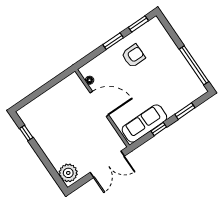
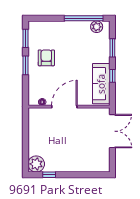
plant: (194, 83) -> (97, 27), added
plant: (68, 173) -> (36, 164), moved

